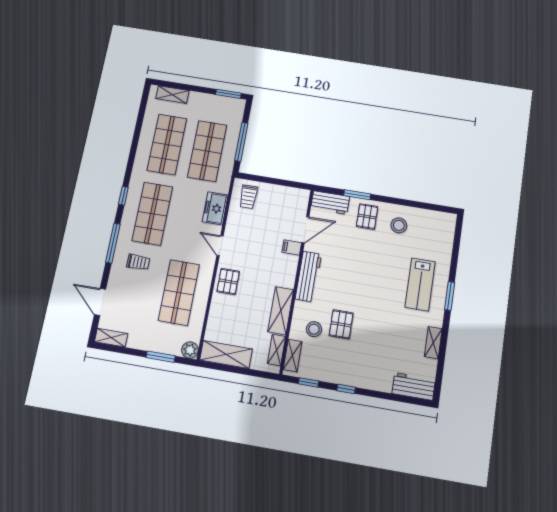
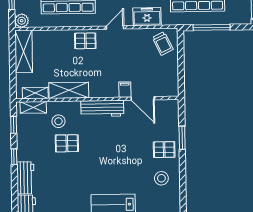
trolley: (248, 197) -> (163, 43), turned -116
workbench: (330, 203) -> (25, 178), moved, turned 180

